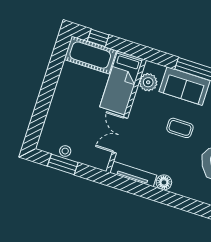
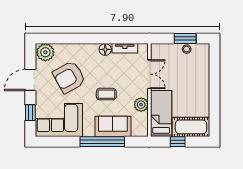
window: (98, 38) -> (178, 142), moved
plant: (148, 82) -> (141, 105), moved
tv unit: (133, 174) -> (125, 48), width x0.71

